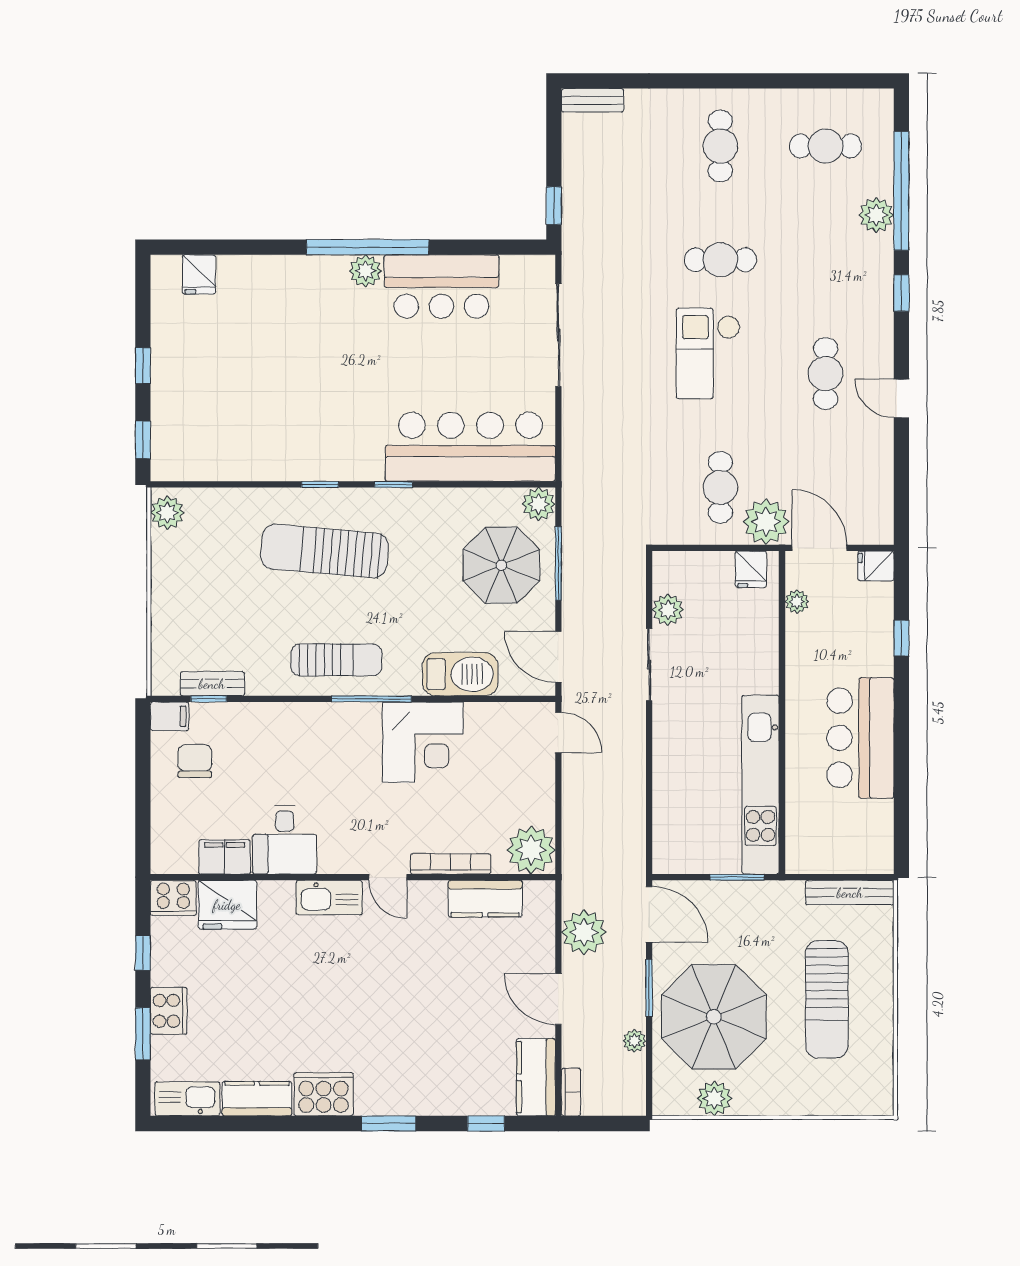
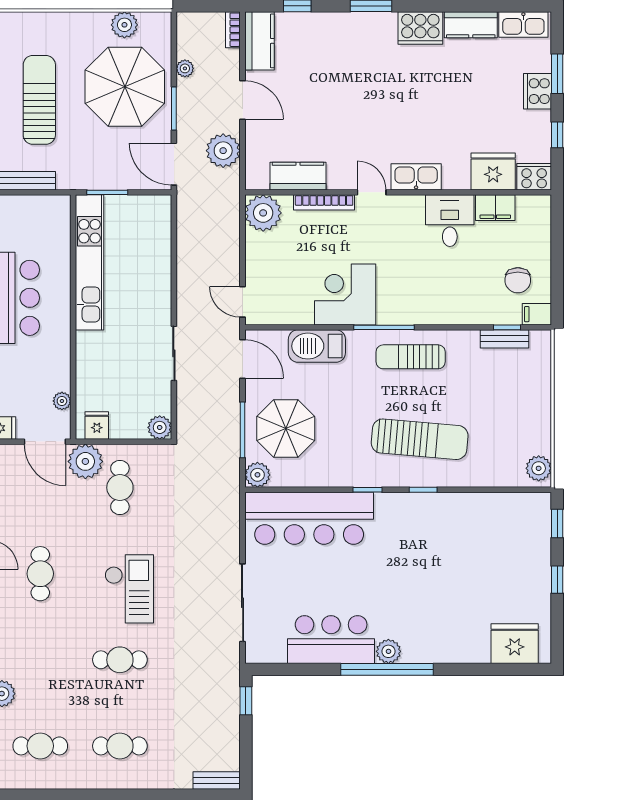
cafe table: (720, 146) -> (120, 746), turned 90
fridge: (199, 274) -> (515, 644), width x1.88, depth x1.34
plant: (668, 610) -> (160, 427), moved

